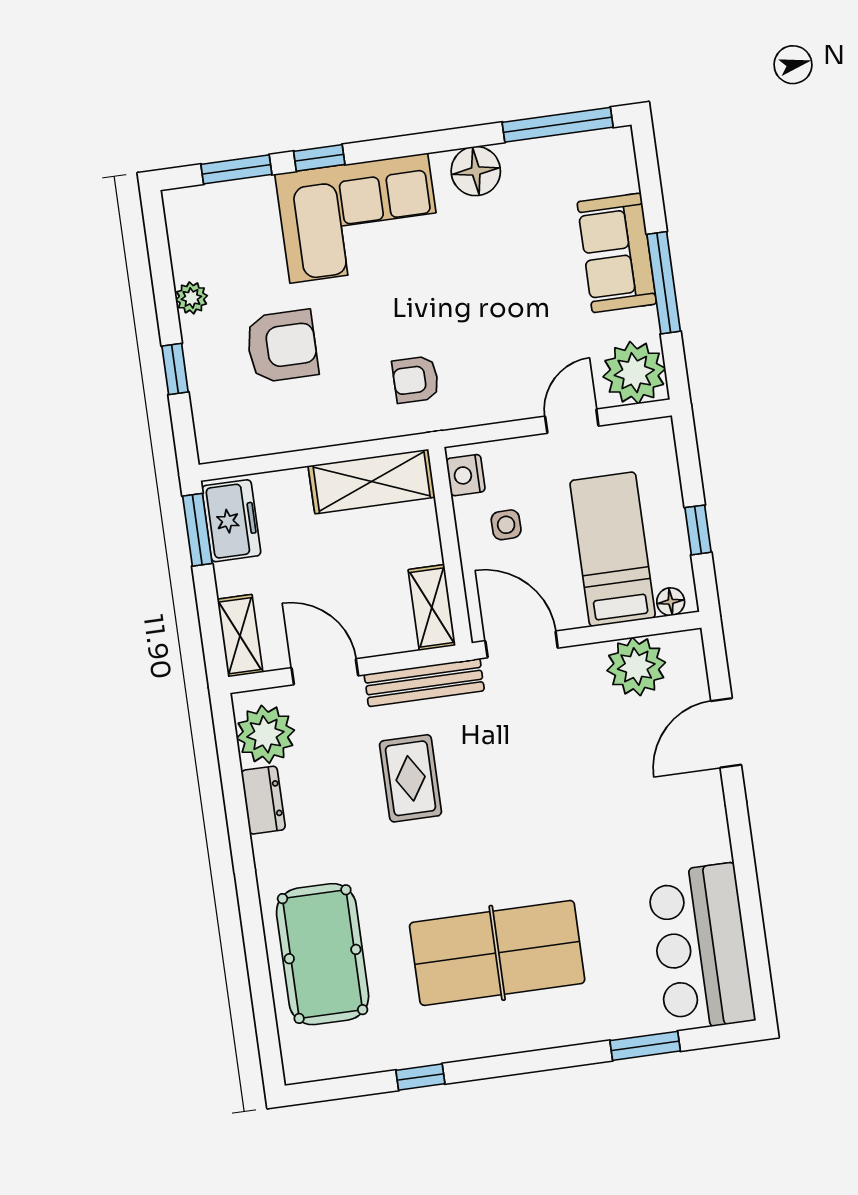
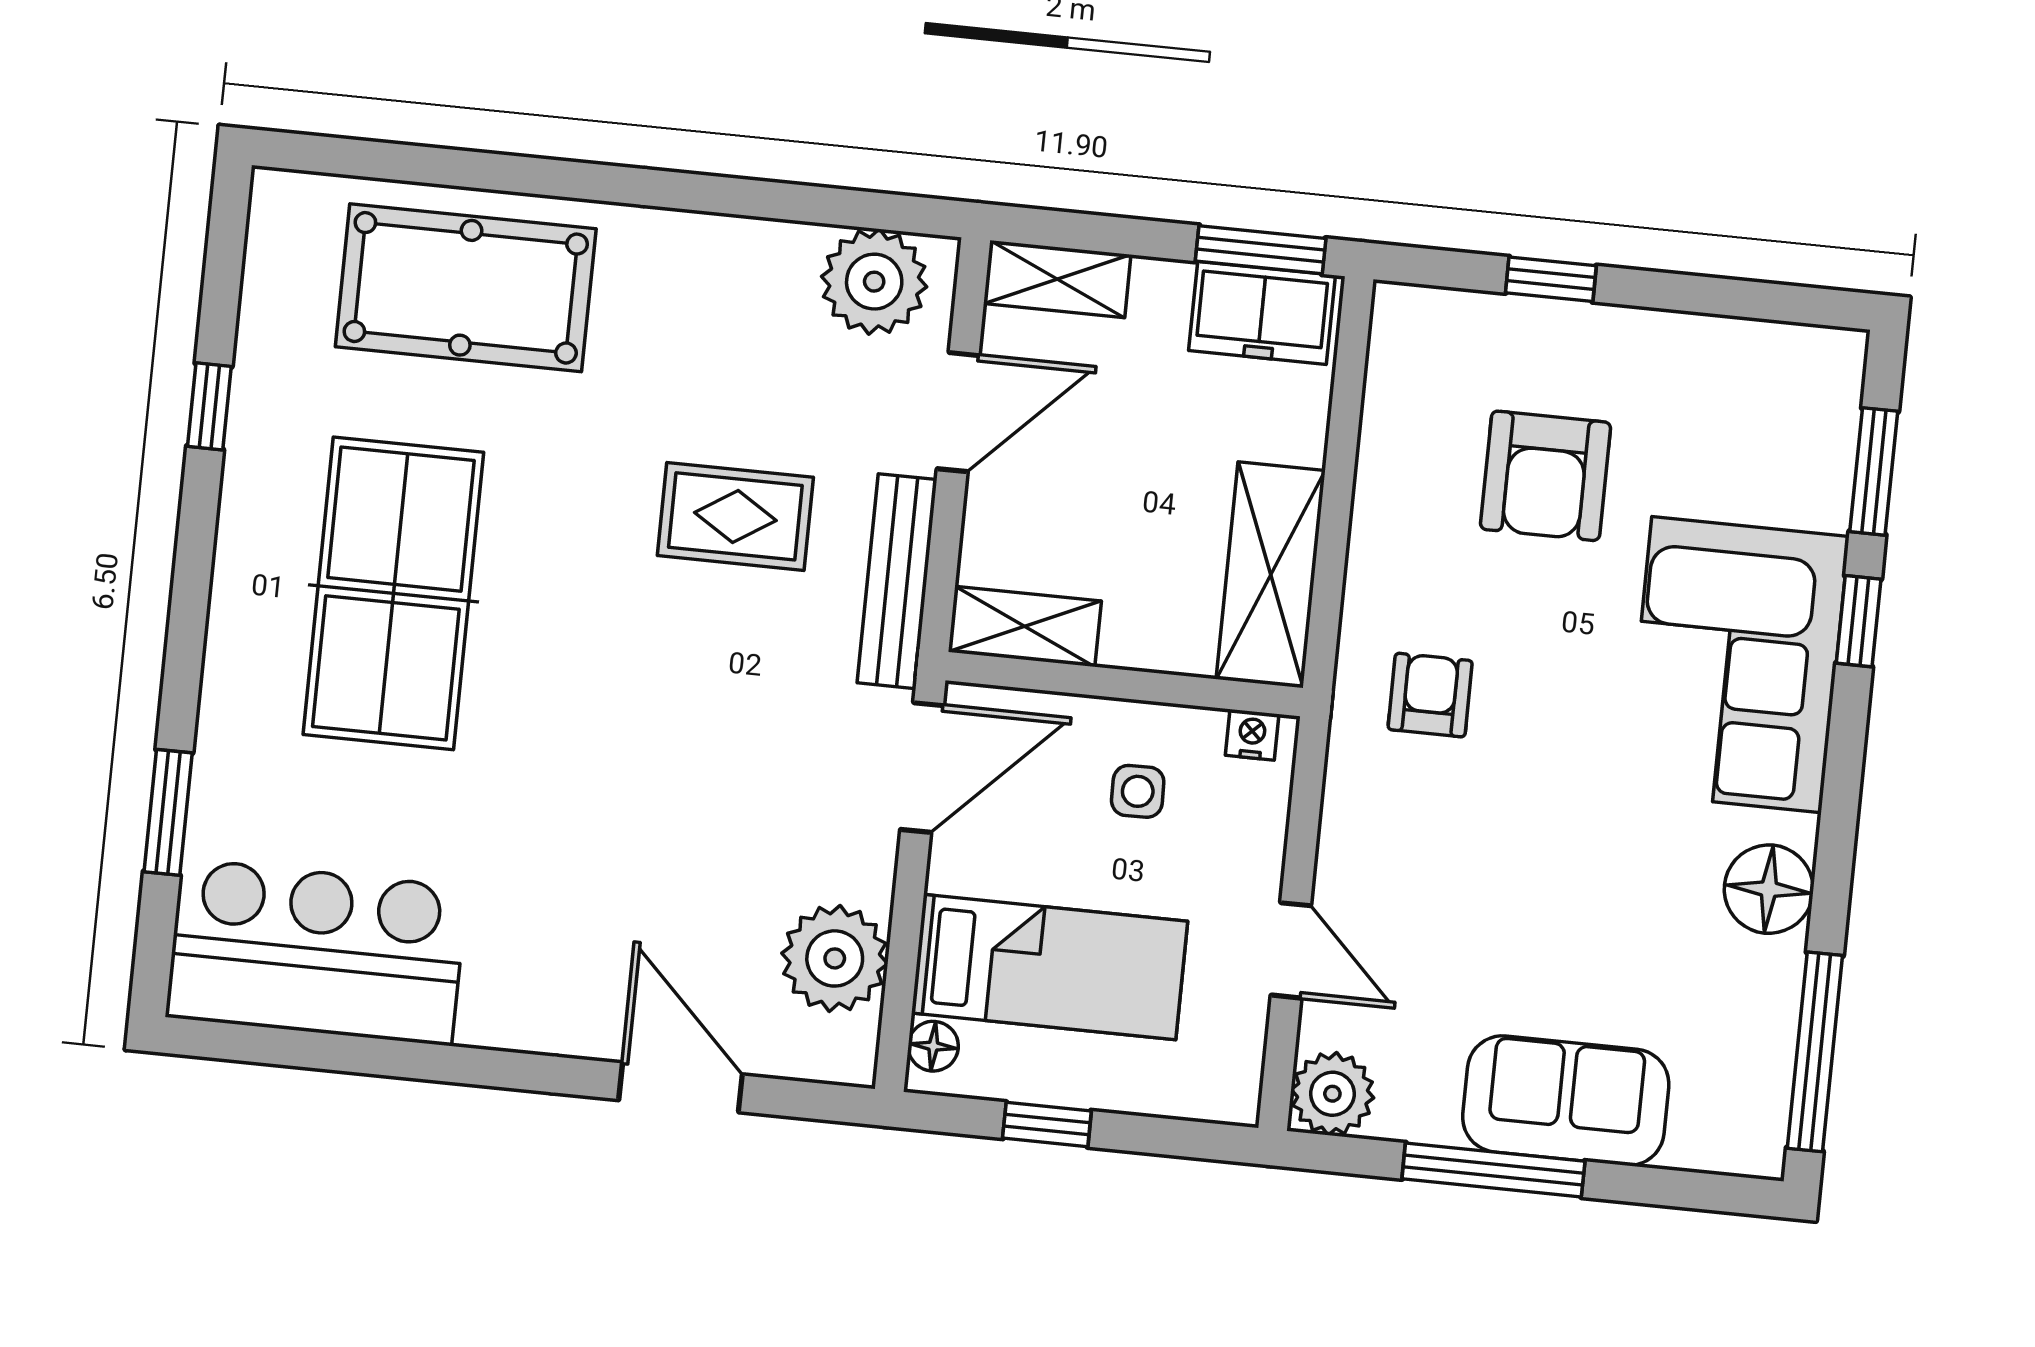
plant: (191, 298) -> (1668, 338), removed
plant: (634, 373) -> (1332, 1094), width x0.73, depth x0.73
nightstand: (466, 475) -> (1252, 735), width x0.72, depth x0.74
dresser: (263, 800) -> (760, 250), removed

